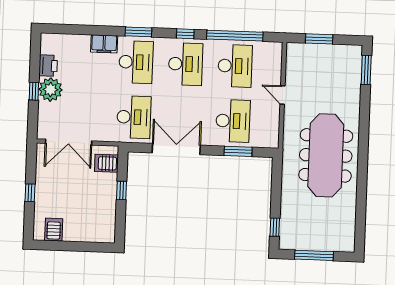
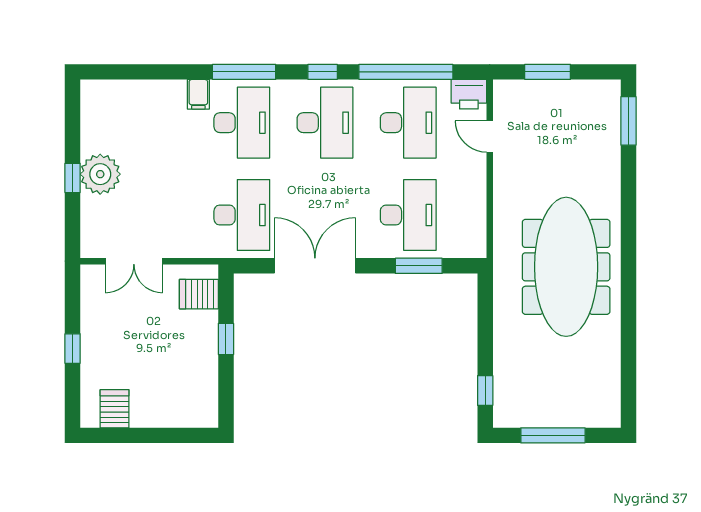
window: (138, 32) -> (244, 72), width x1.44
filing cabinet: (104, 44) -> (198, 94), width x0.50
printer: (48, 66) -> (469, 94), moved, turned 90
door: (283, 95) -> (490, 136), moved
double door: (69, 142) -> (134, 261), width x0.73

